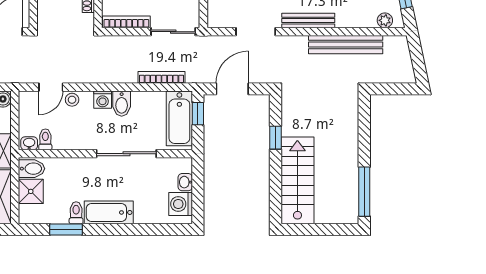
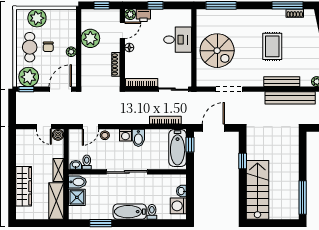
bench: (308, 21) -> (282, 82), moved
sliding door: (126, 154) -> (127, 172), moved
toilet: (76, 213) -> (152, 212), moved

